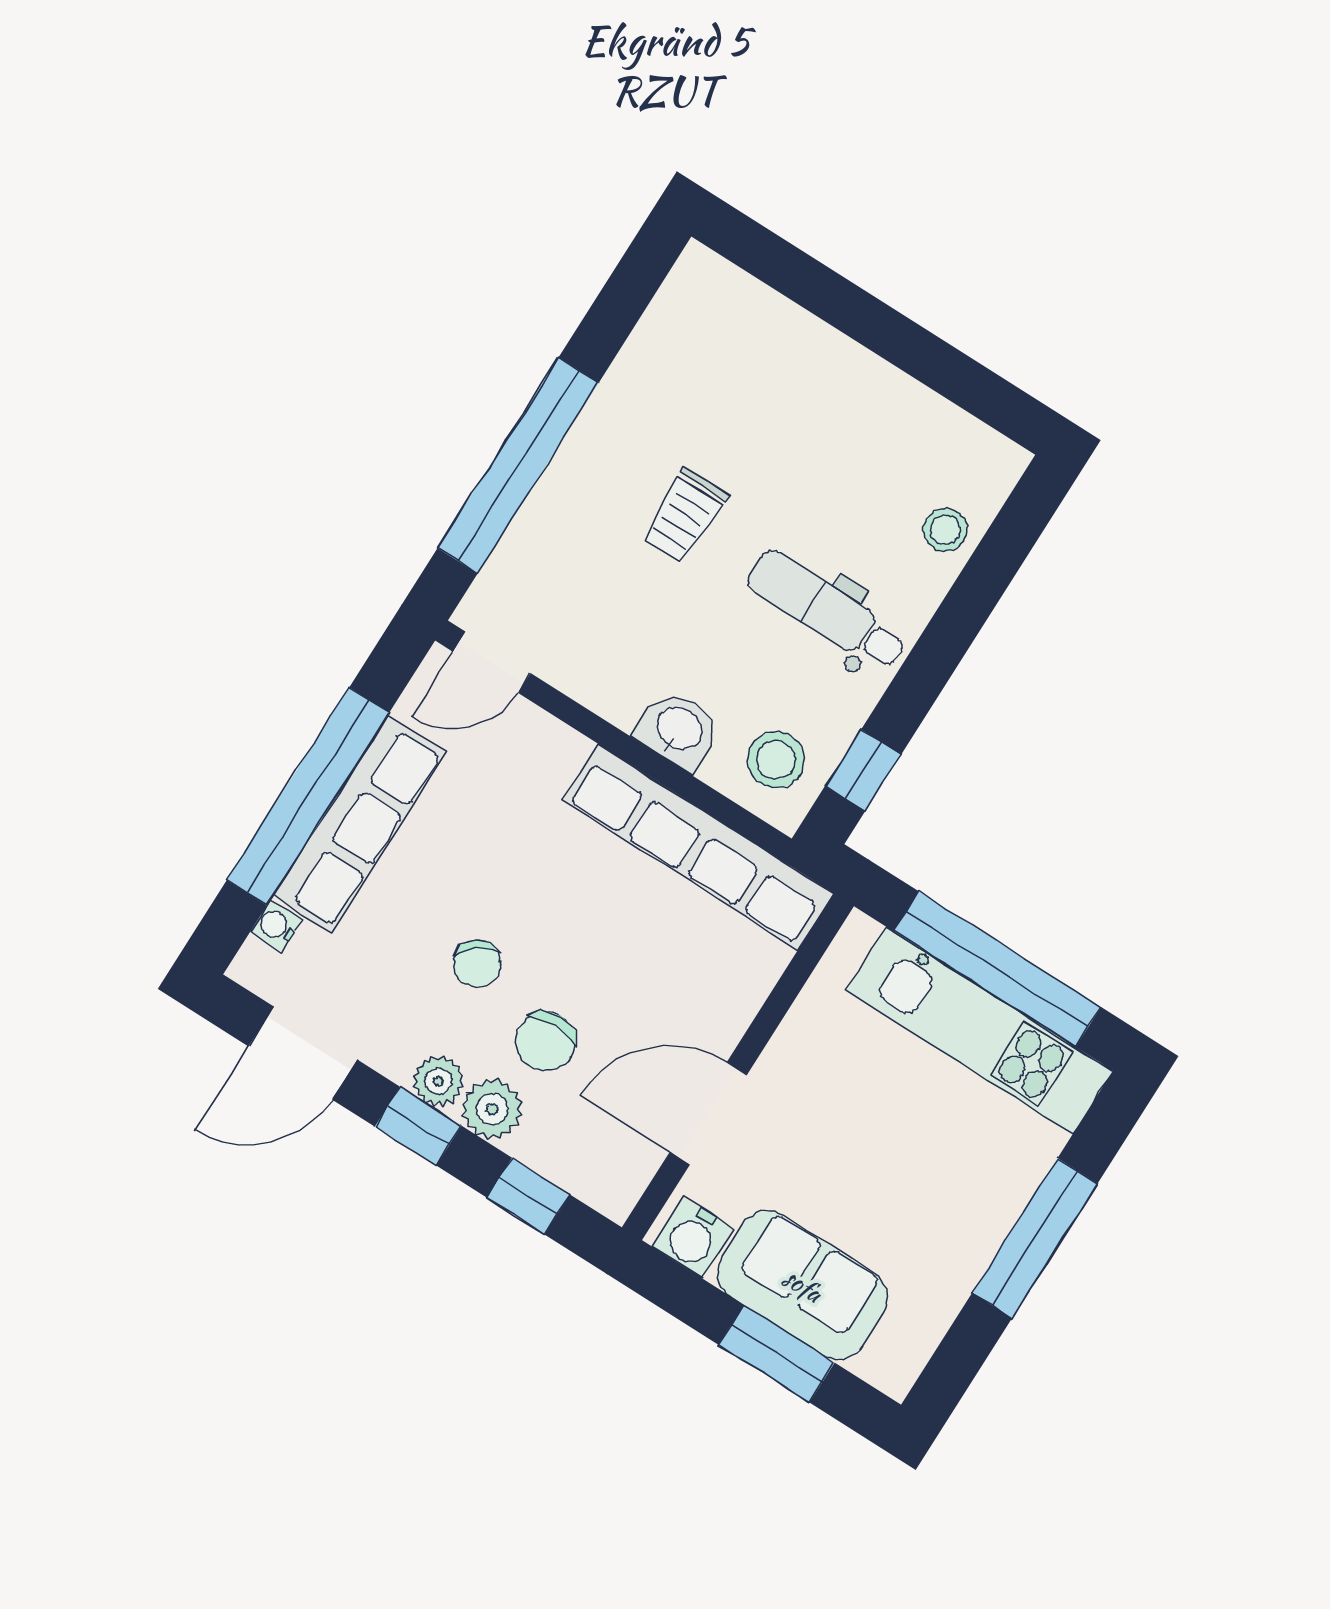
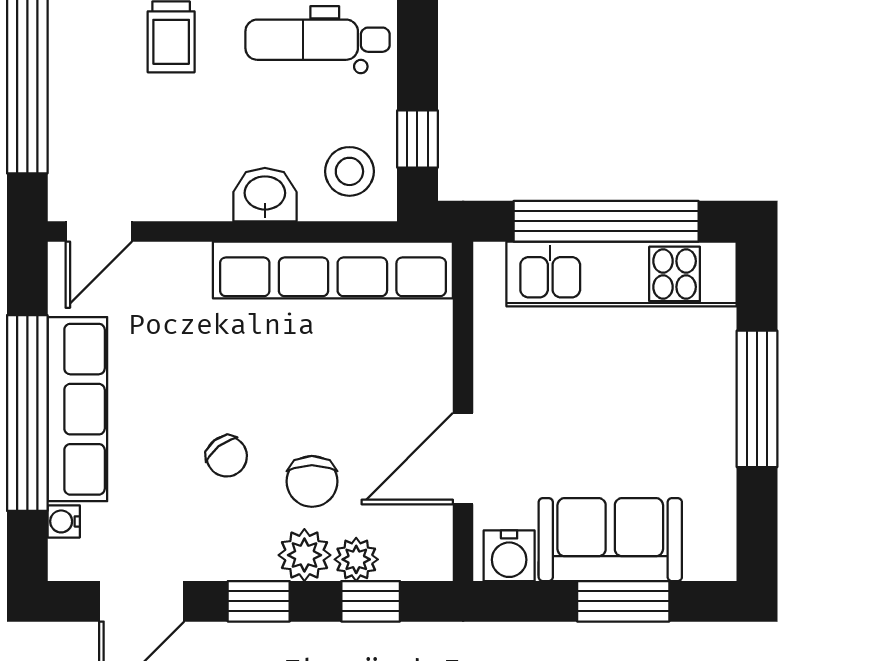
plant: (438, 1081) -> (356, 559), moved

